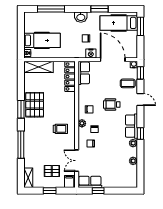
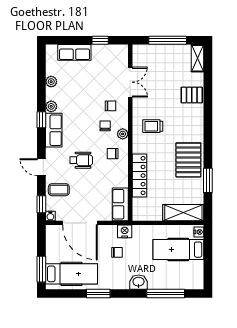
washbasin: (81, 17) -> (139, 282), moved
nightstand: (91, 53) -> (125, 231), moved
locker: (70, 77) -> (139, 176), moved
window: (21, 109) -> (208, 180), moved
window: (21, 145) -> (208, 104), removed
pallet: (52, 171) -> (192, 95), moved
filing cabinet: (69, 181) -> (141, 53), removed
row of seats: (90, 182) -> (74, 52), moved
window: (50, 191) -> (168, 40), width x2.17

